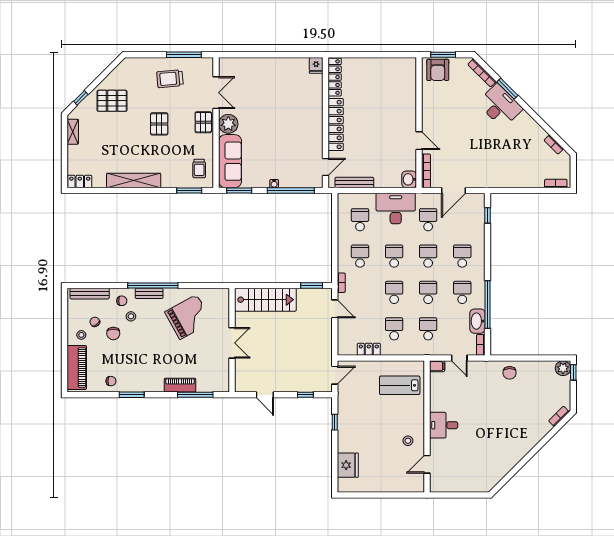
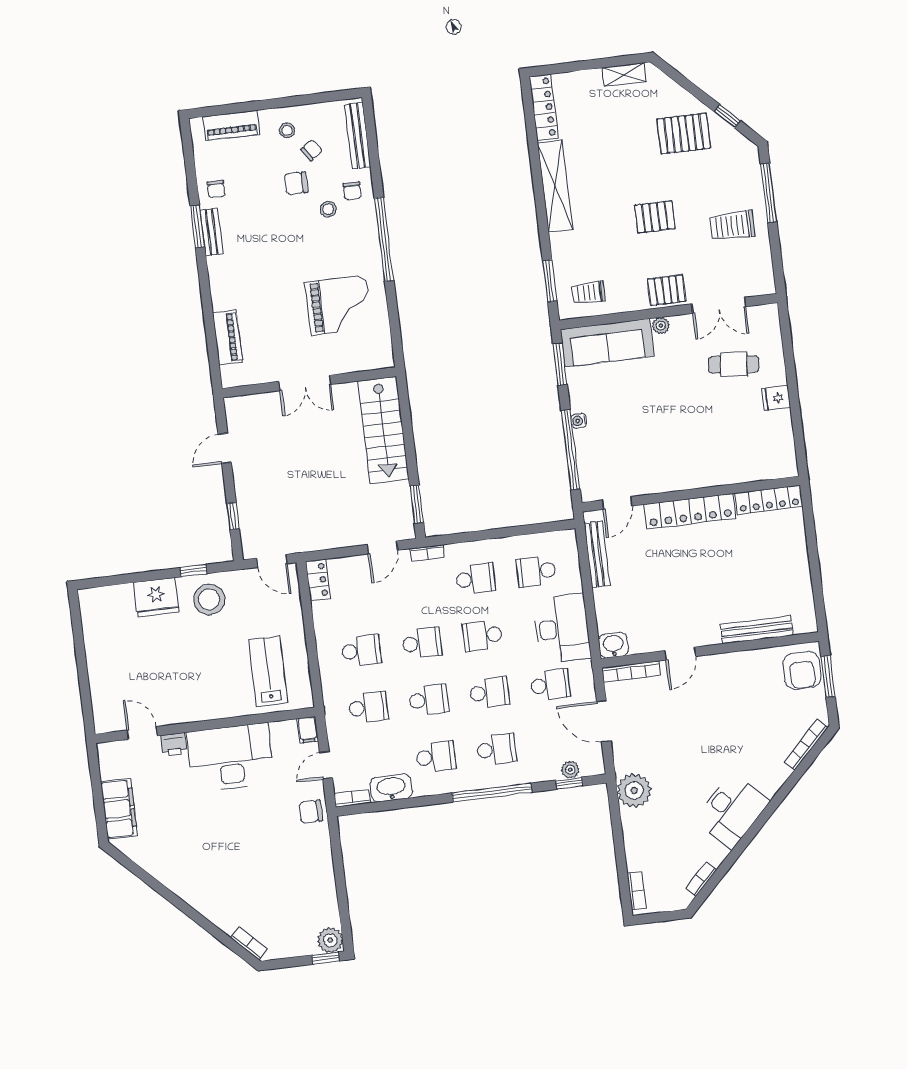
window: (184, 55) -> (769, 193), moved
fridge: (316, 65) -> (776, 398), moved
armchair: (438, 70) -> (802, 670), turned -90
trolley: (170, 79) -> (732, 226), turned -85
cafe table: (252, 88) -> (734, 364), added
window: (507, 89) -> (785, 790), removed
bench: (410, 94) -> (757, 630), added
window: (81, 98) -> (727, 116), moved
pallet: (112, 101) -> (684, 134), turned 90
desk: (500, 106) -> (732, 811), moved
plant: (228, 124) -> (661, 326), width x0.53, depth x0.53
door: (325, 167) -> (617, 503), hinge flipped
plant: (497, 178) -> (634, 790), added
locker: (80, 182) -> (544, 107), width x1.53
plant: (480, 214) -> (570, 770), added
school desk: (360, 220) -> (536, 571), turned 180
school desk: (394, 256) -> (482, 636), turned 180
bench: (149, 293) -> (211, 232), moved
window: (488, 304) -> (492, 793), moved
grand piano: (188, 317) -> (339, 305), turned -61
locker: (369, 349) -> (318, 580), moved
piano: (77, 367) -> (231, 125), width x0.73, depth x0.75
chair: (510, 373) -> (311, 812), moved
piano: (180, 385) -> (227, 338), moved
window: (195, 395) -> (210, 333), removed
desk: (444, 425) -> (231, 757), width x1.87, depth x1.30
stool: (408, 441) -> (209, 599), moved, width x1.89, depth x1.89
printer: (436, 446) -> (174, 744), added
fridge: (348, 465) -> (156, 597), moved
filing cabinet: (470, 483) -> (119, 809), added

